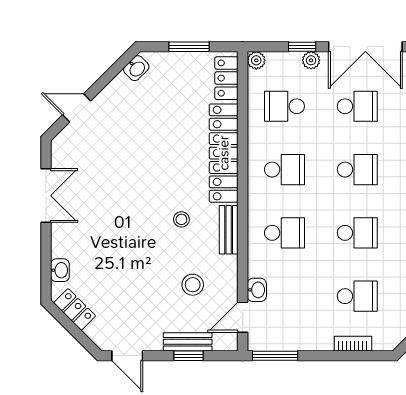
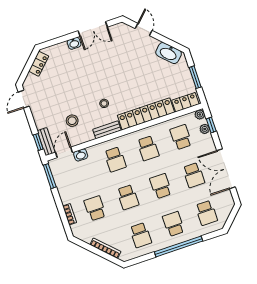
window: (302, 47) -> (211, 125), moved
plant: (311, 60) -> (205, 129), moved
washbasin: (136, 68) -> (169, 53), width x1.91, depth x1.45
school desk: (357, 170) -> (161, 186), turned 180
washbasin: (60, 270) -> (74, 43), moved
school desk: (357, 296) -> (95, 208), turned 180
door: (243, 317) -> (64, 152), hinge flipped
bench: (188, 342) -> (46, 142), moved
window: (188, 356) -> (38, 142), moved

